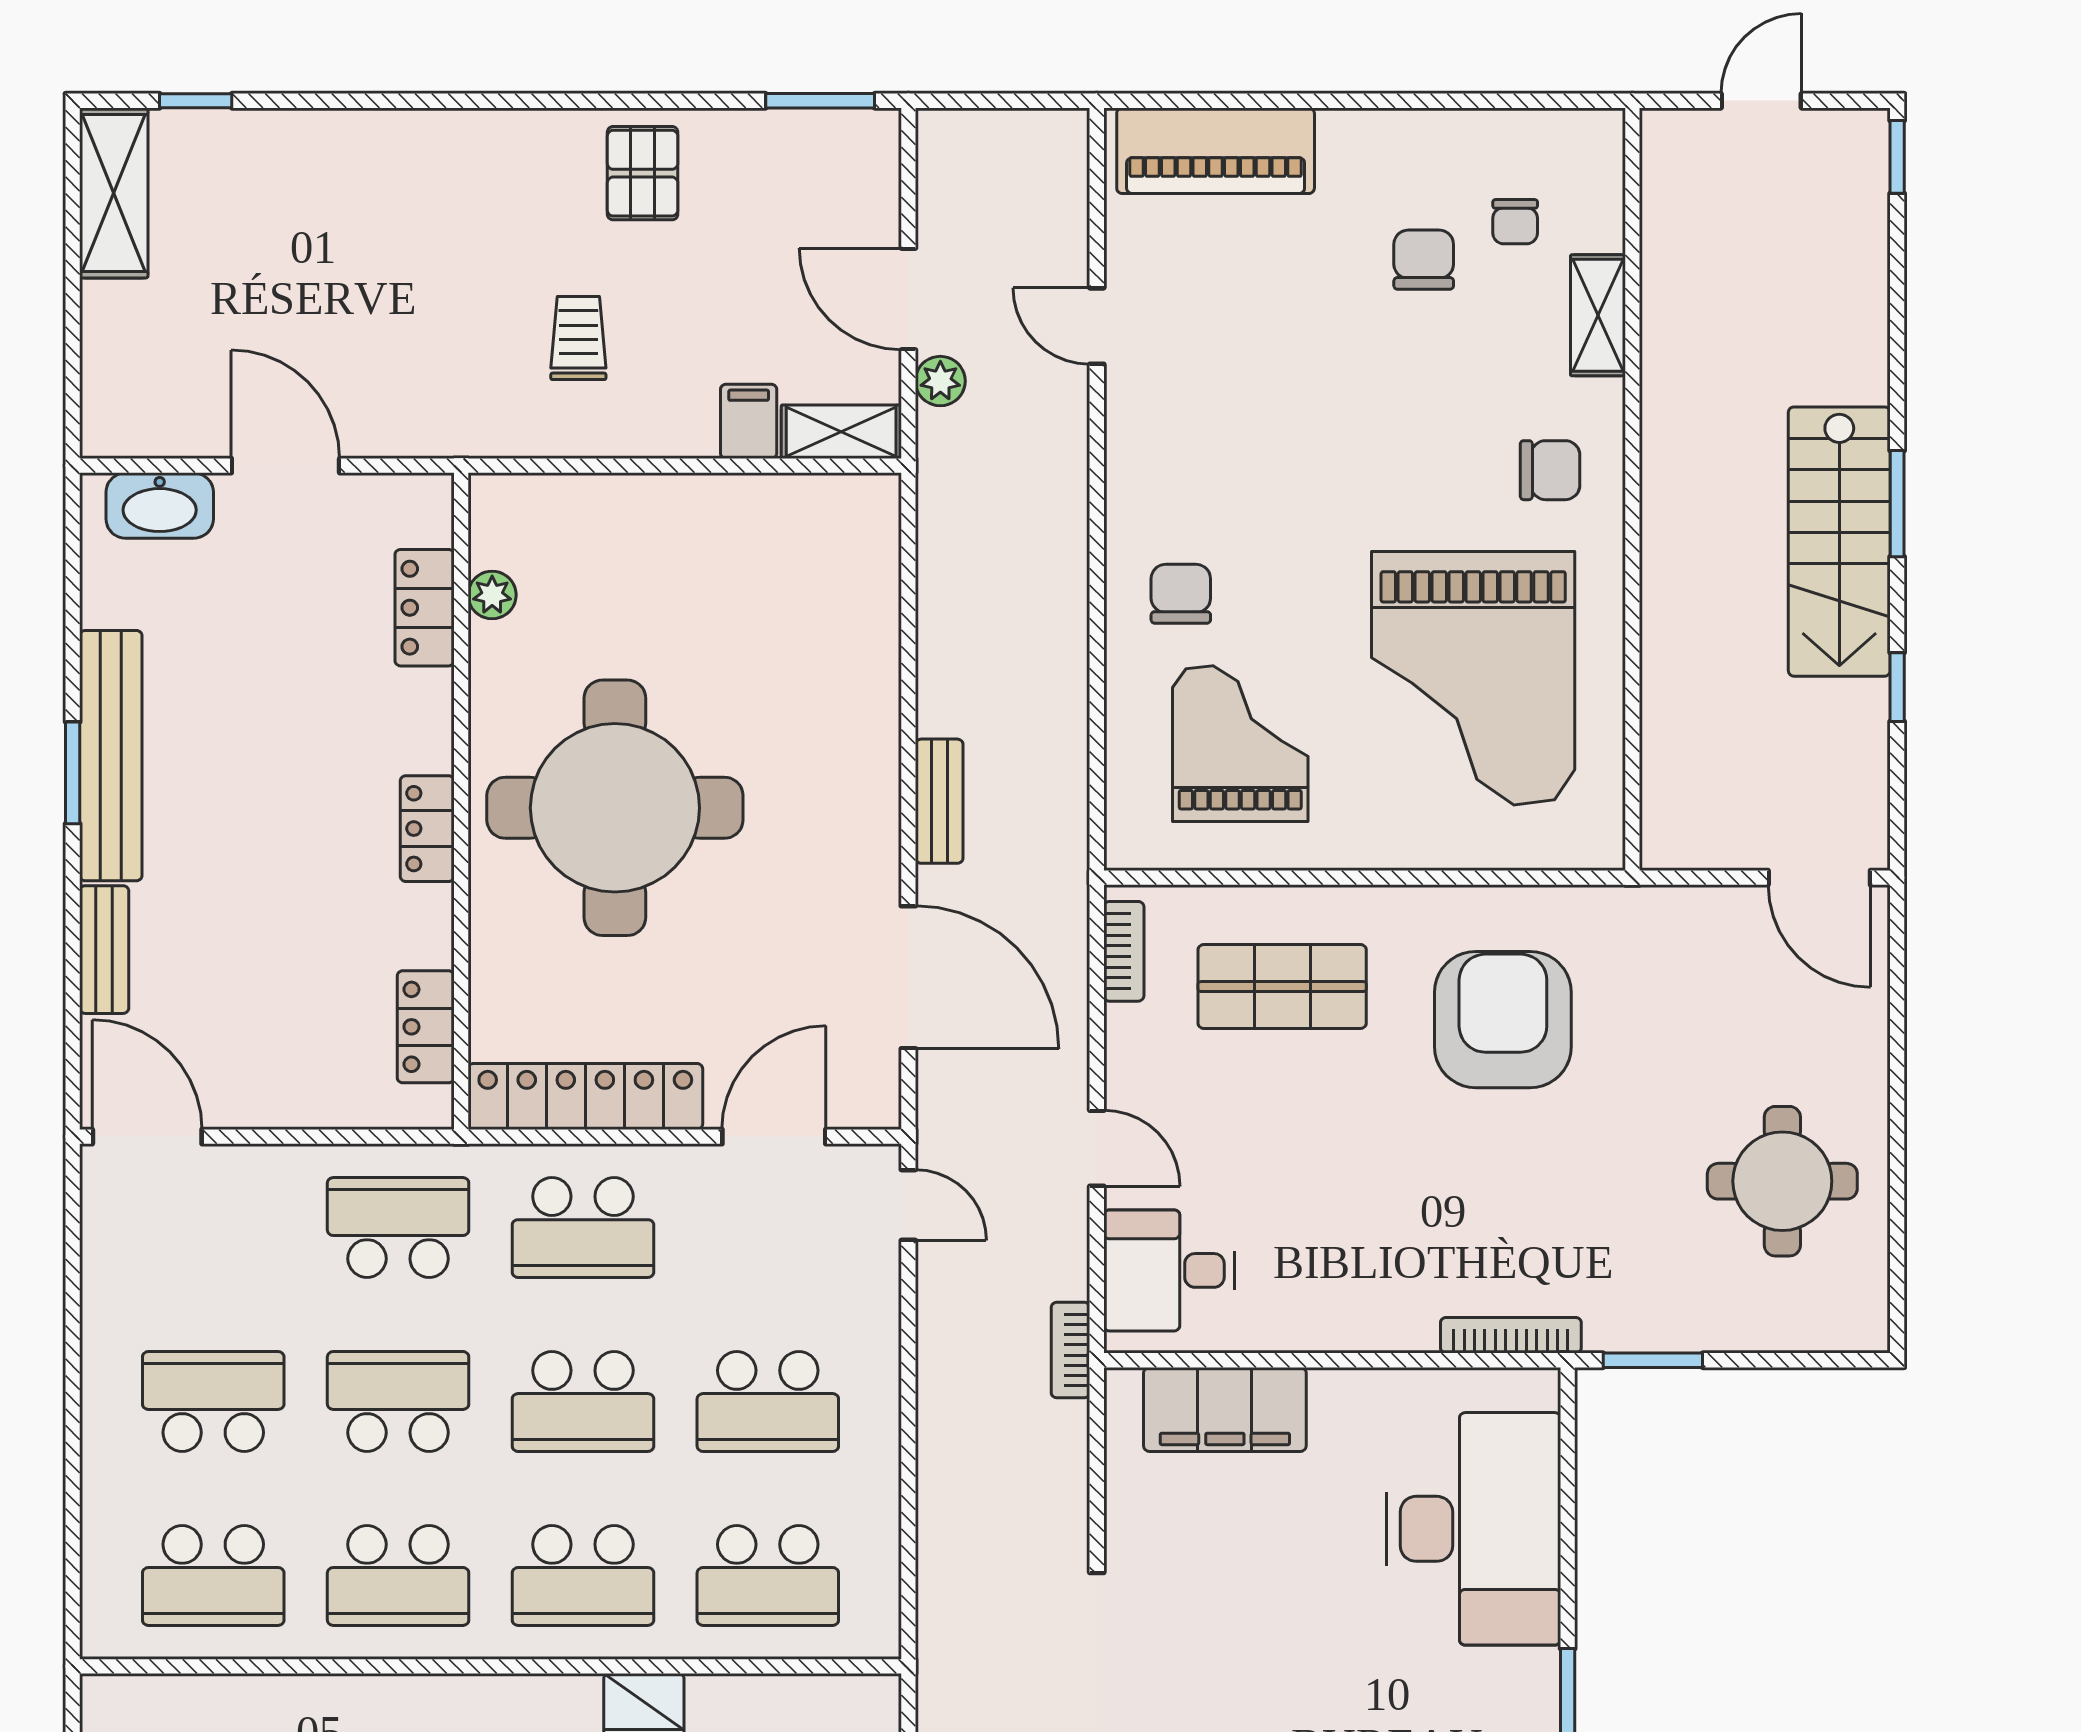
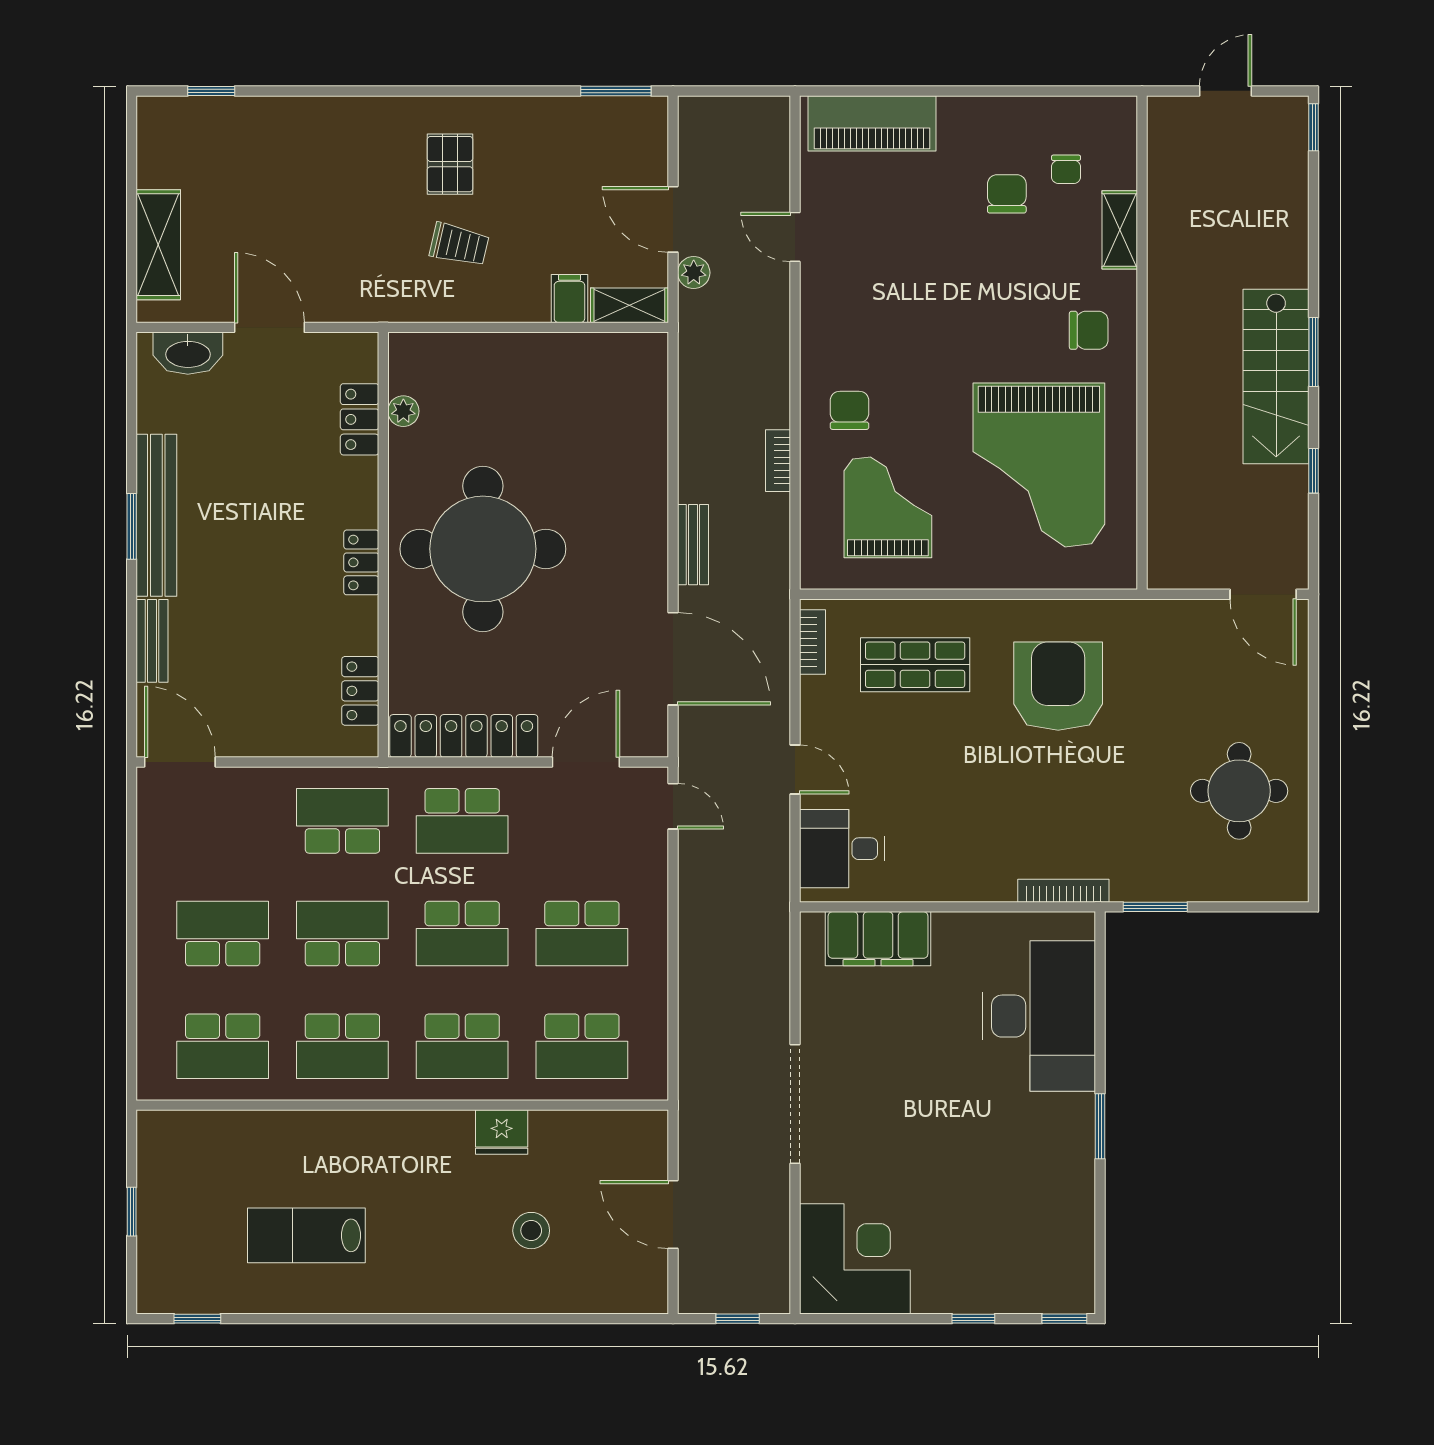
pallet: (643, 173) -> (450, 164), moved
shelving: (114, 193) -> (158, 245), moved
trolley: (578, 338) -> (459, 245), turned 103
bookcase: (1071, 1350) -> (778, 461), moved

